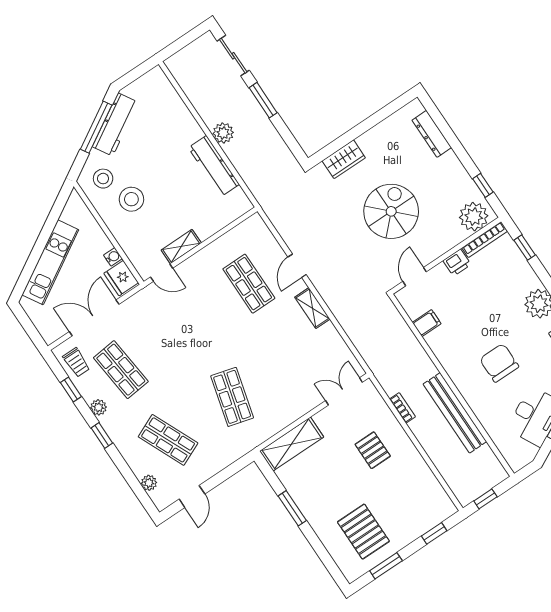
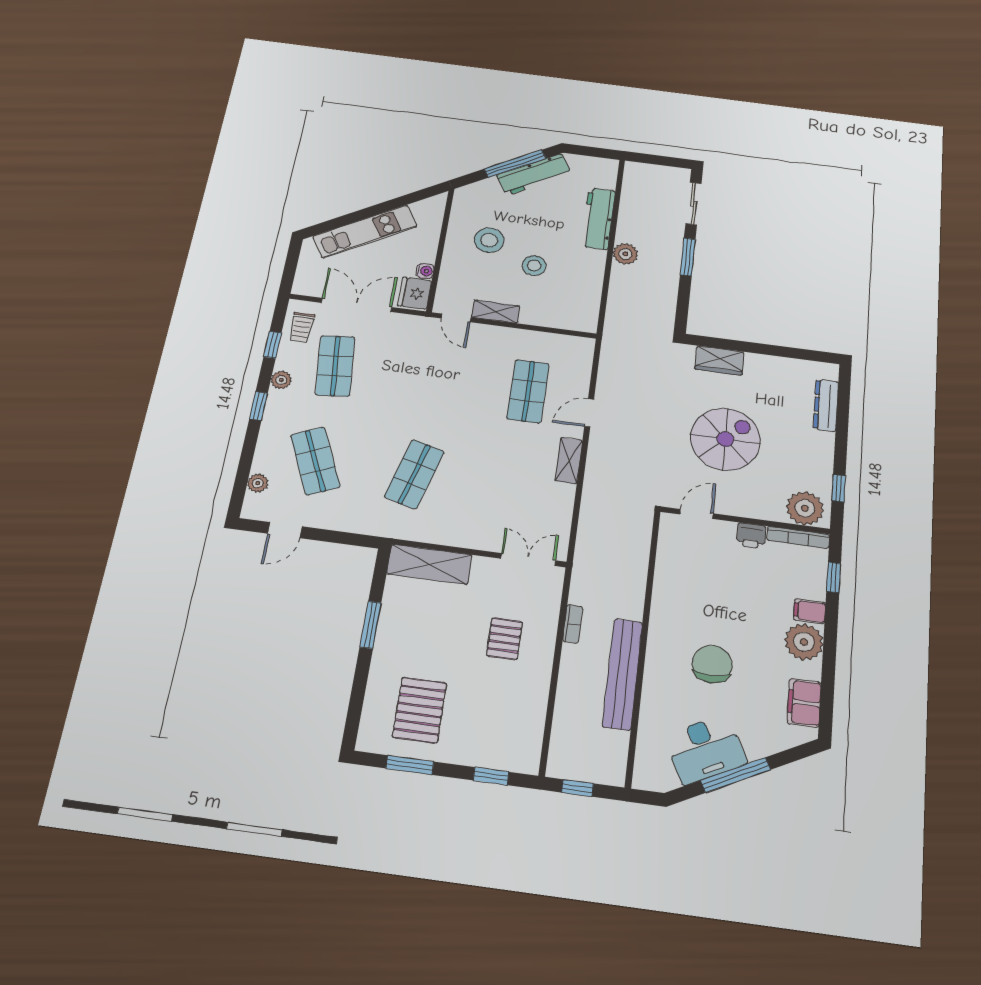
workbench: (214, 166) -> (598, 219), moved
stool: (103, 179) -> (534, 266), moved
filing cabinet: (427, 323) -> (810, 611), moved, turned 180

